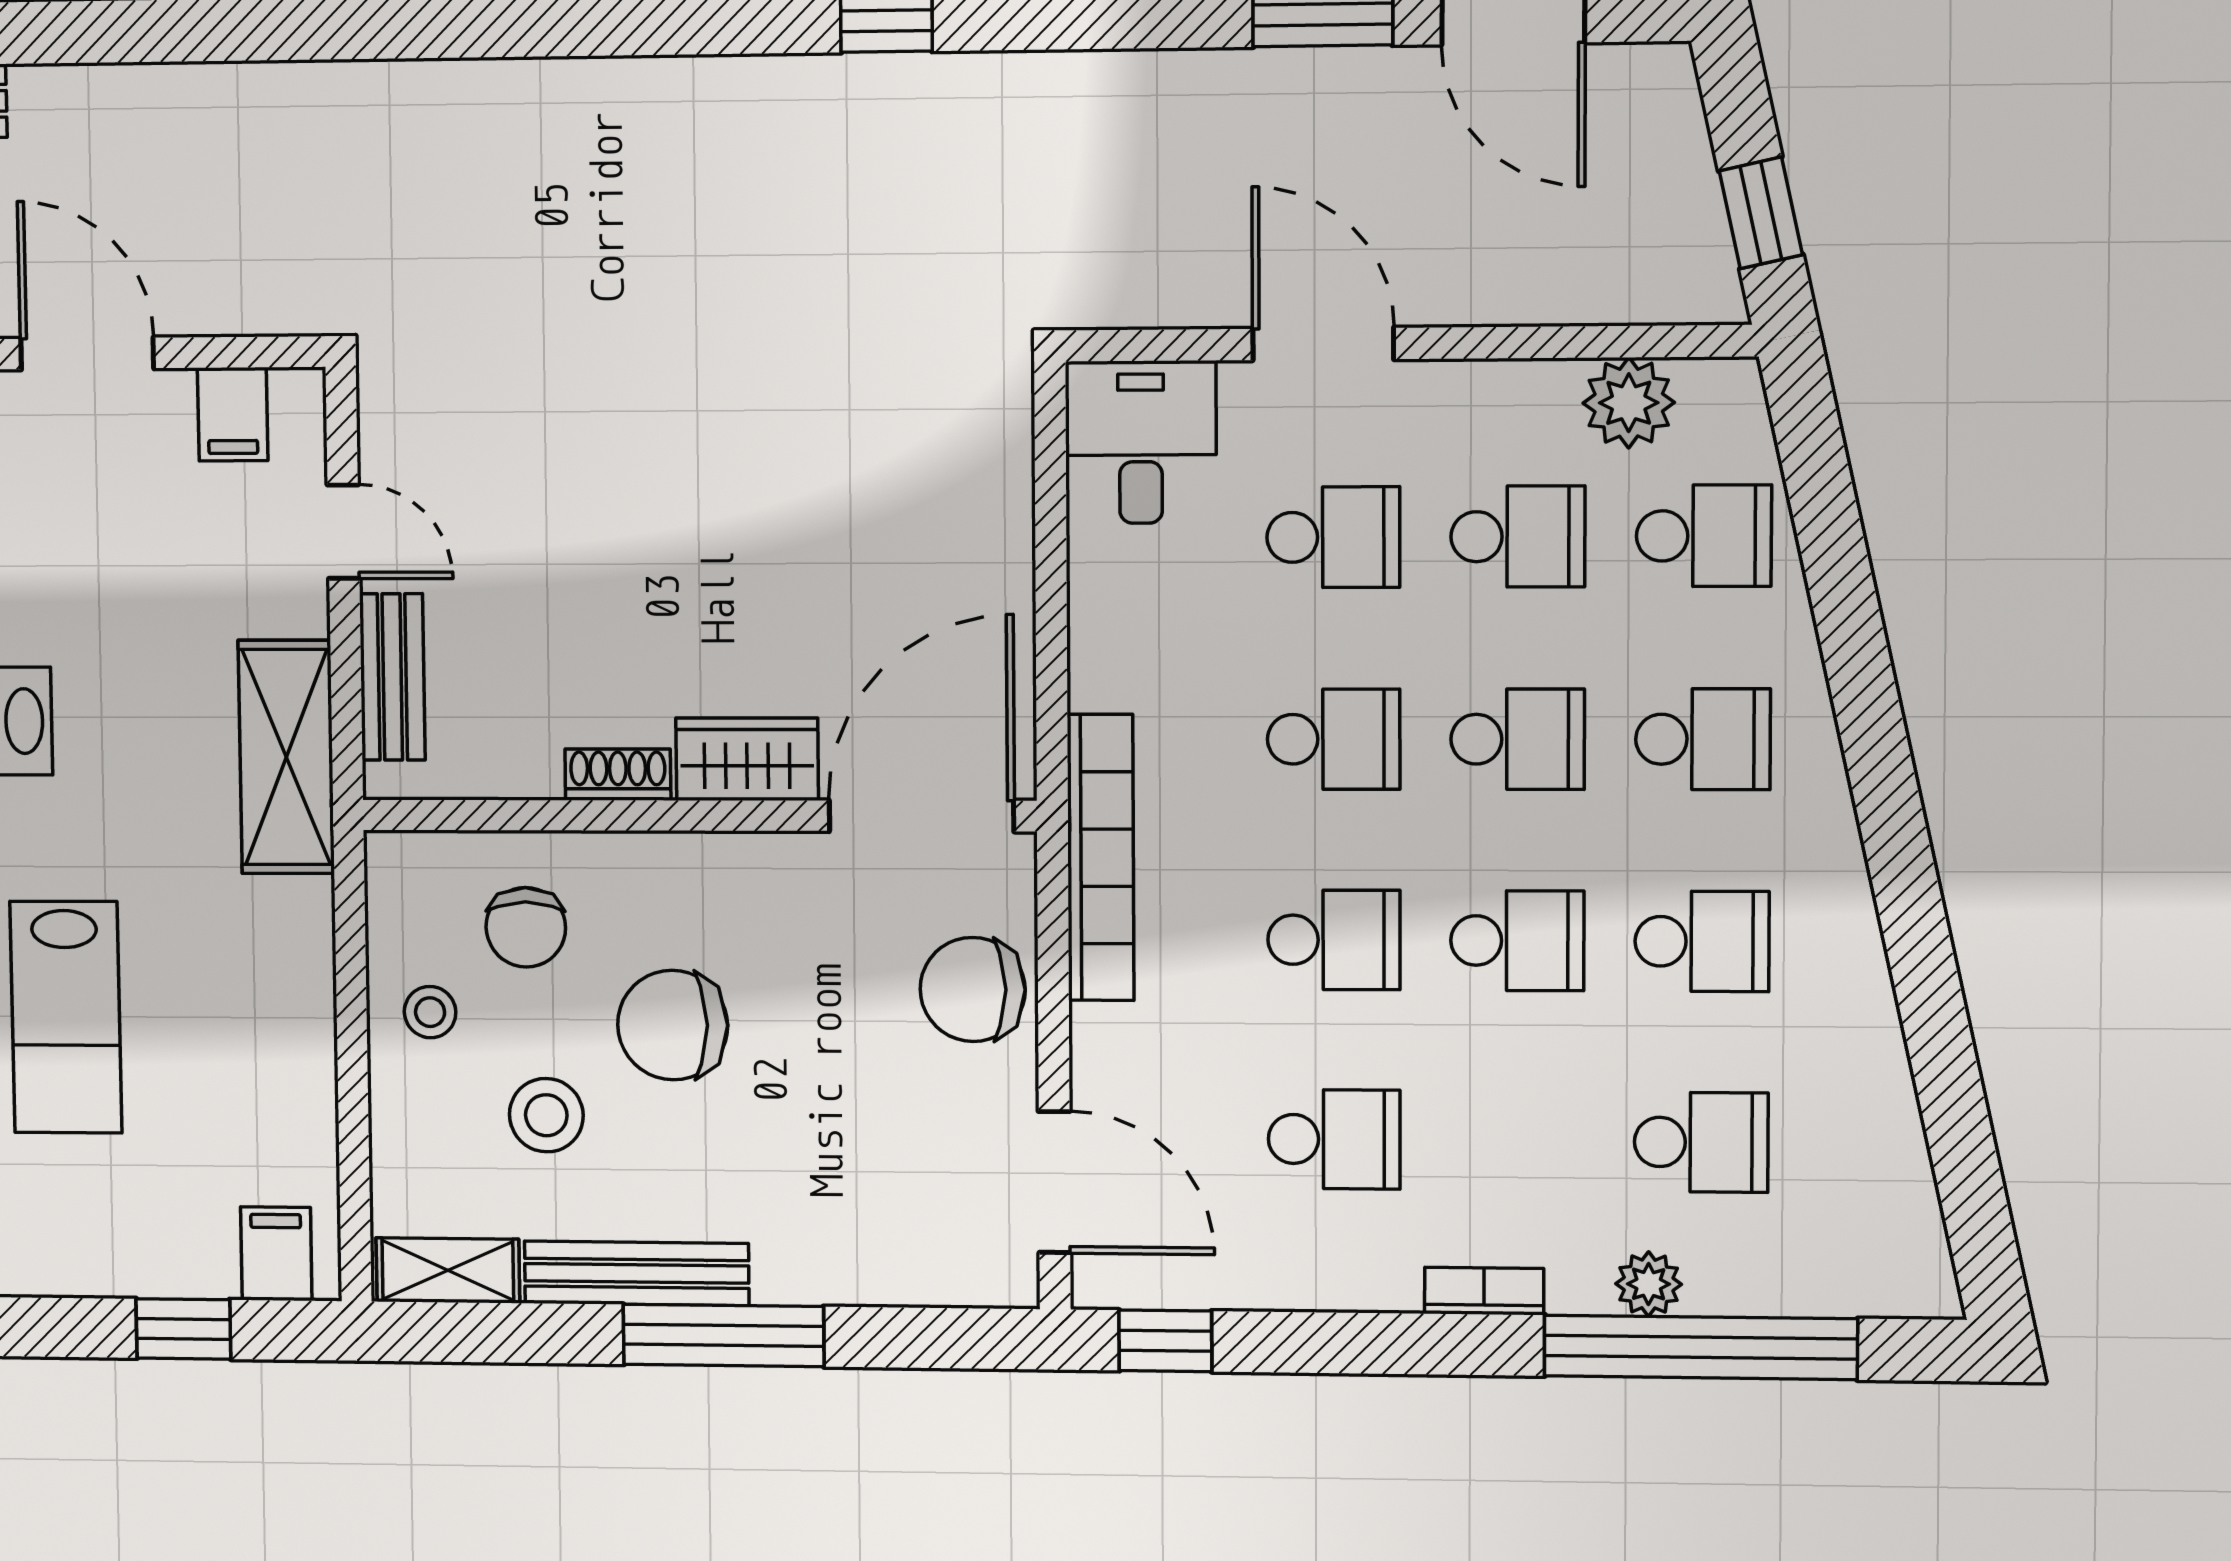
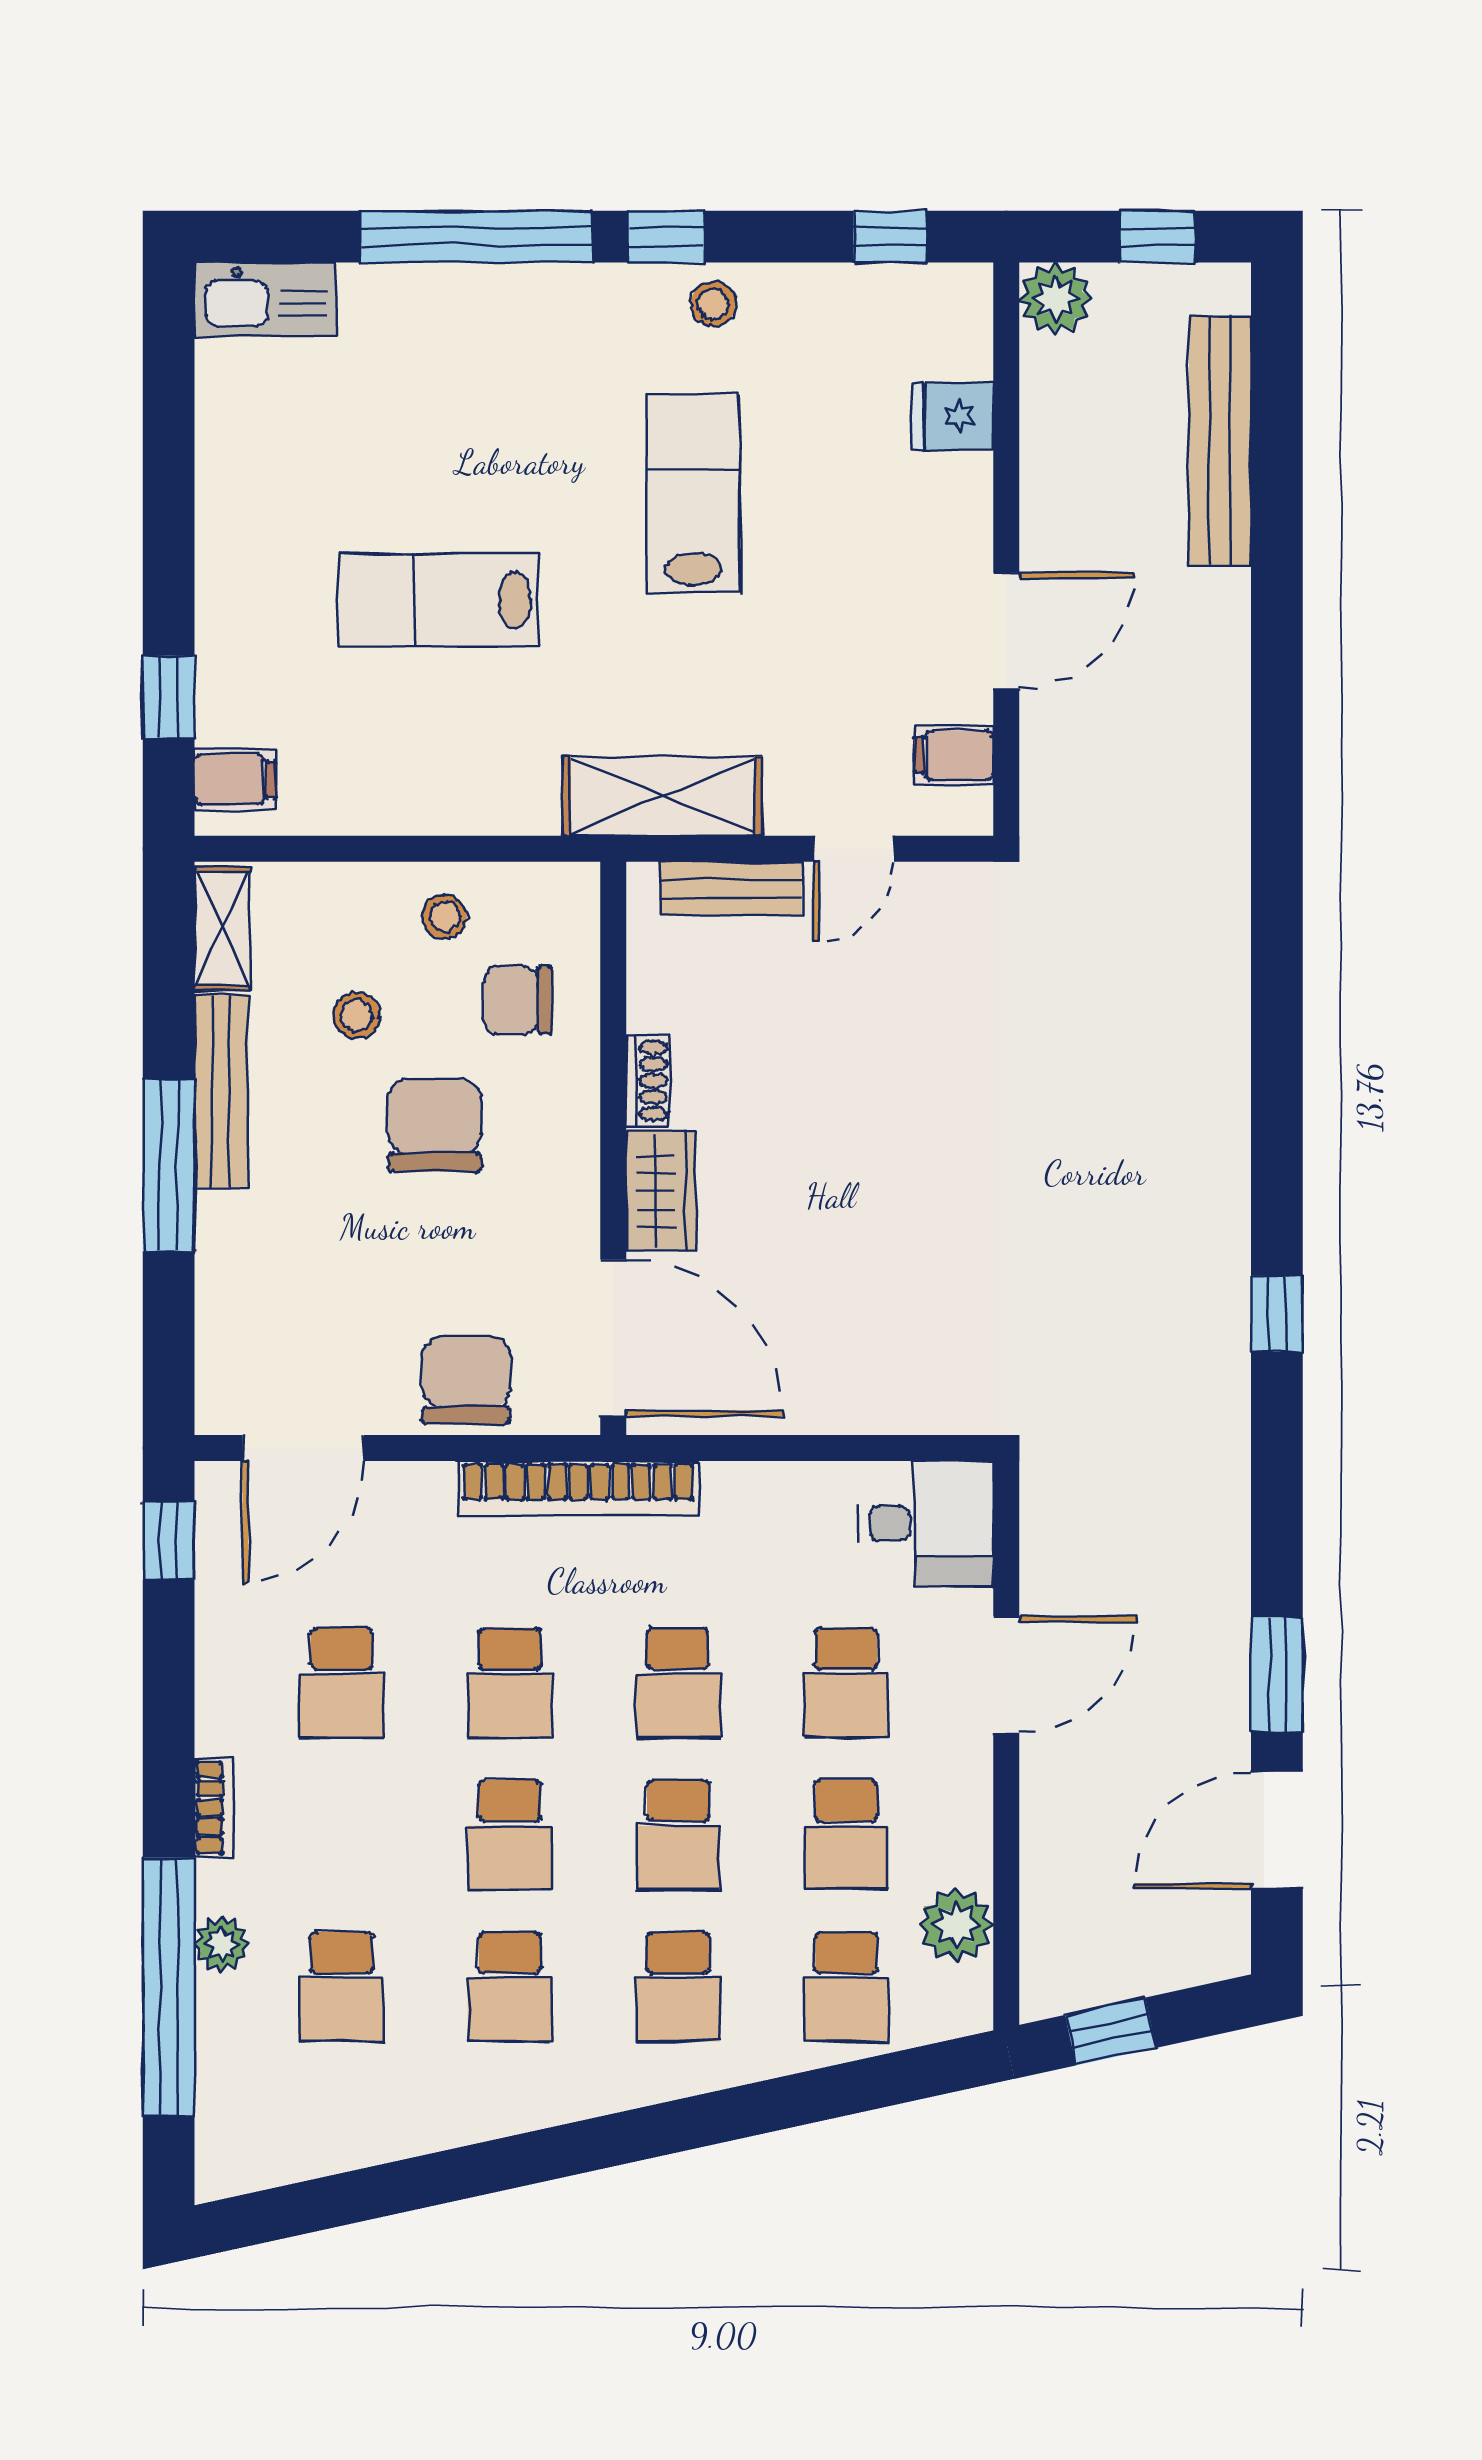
stool: (546, 1115) -> (357, 1015), width x0.73, depth x0.73

